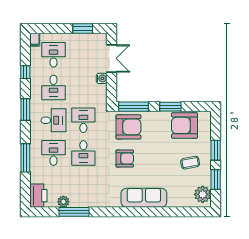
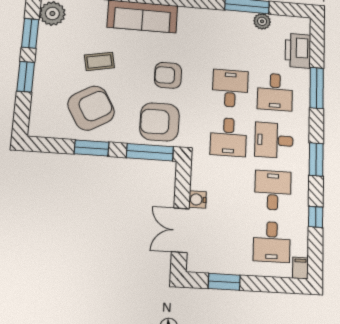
armchair: (185, 125) -> (91, 108), moved, turned -30
coffee table: (190, 163) -> (99, 61), moved
printer: (38, 196) -> (298, 51), moved

